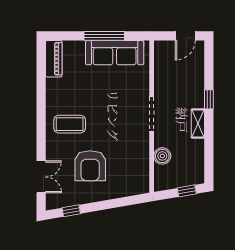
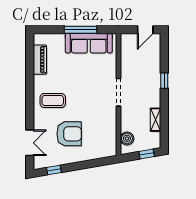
piano: (54, 59) -> (40, 60), moved
shelving: (198, 123) -> (155, 120), moved
boiler: (162, 156) -> (127, 138), moved
armchair: (90, 166) -> (69, 134), turned -90

